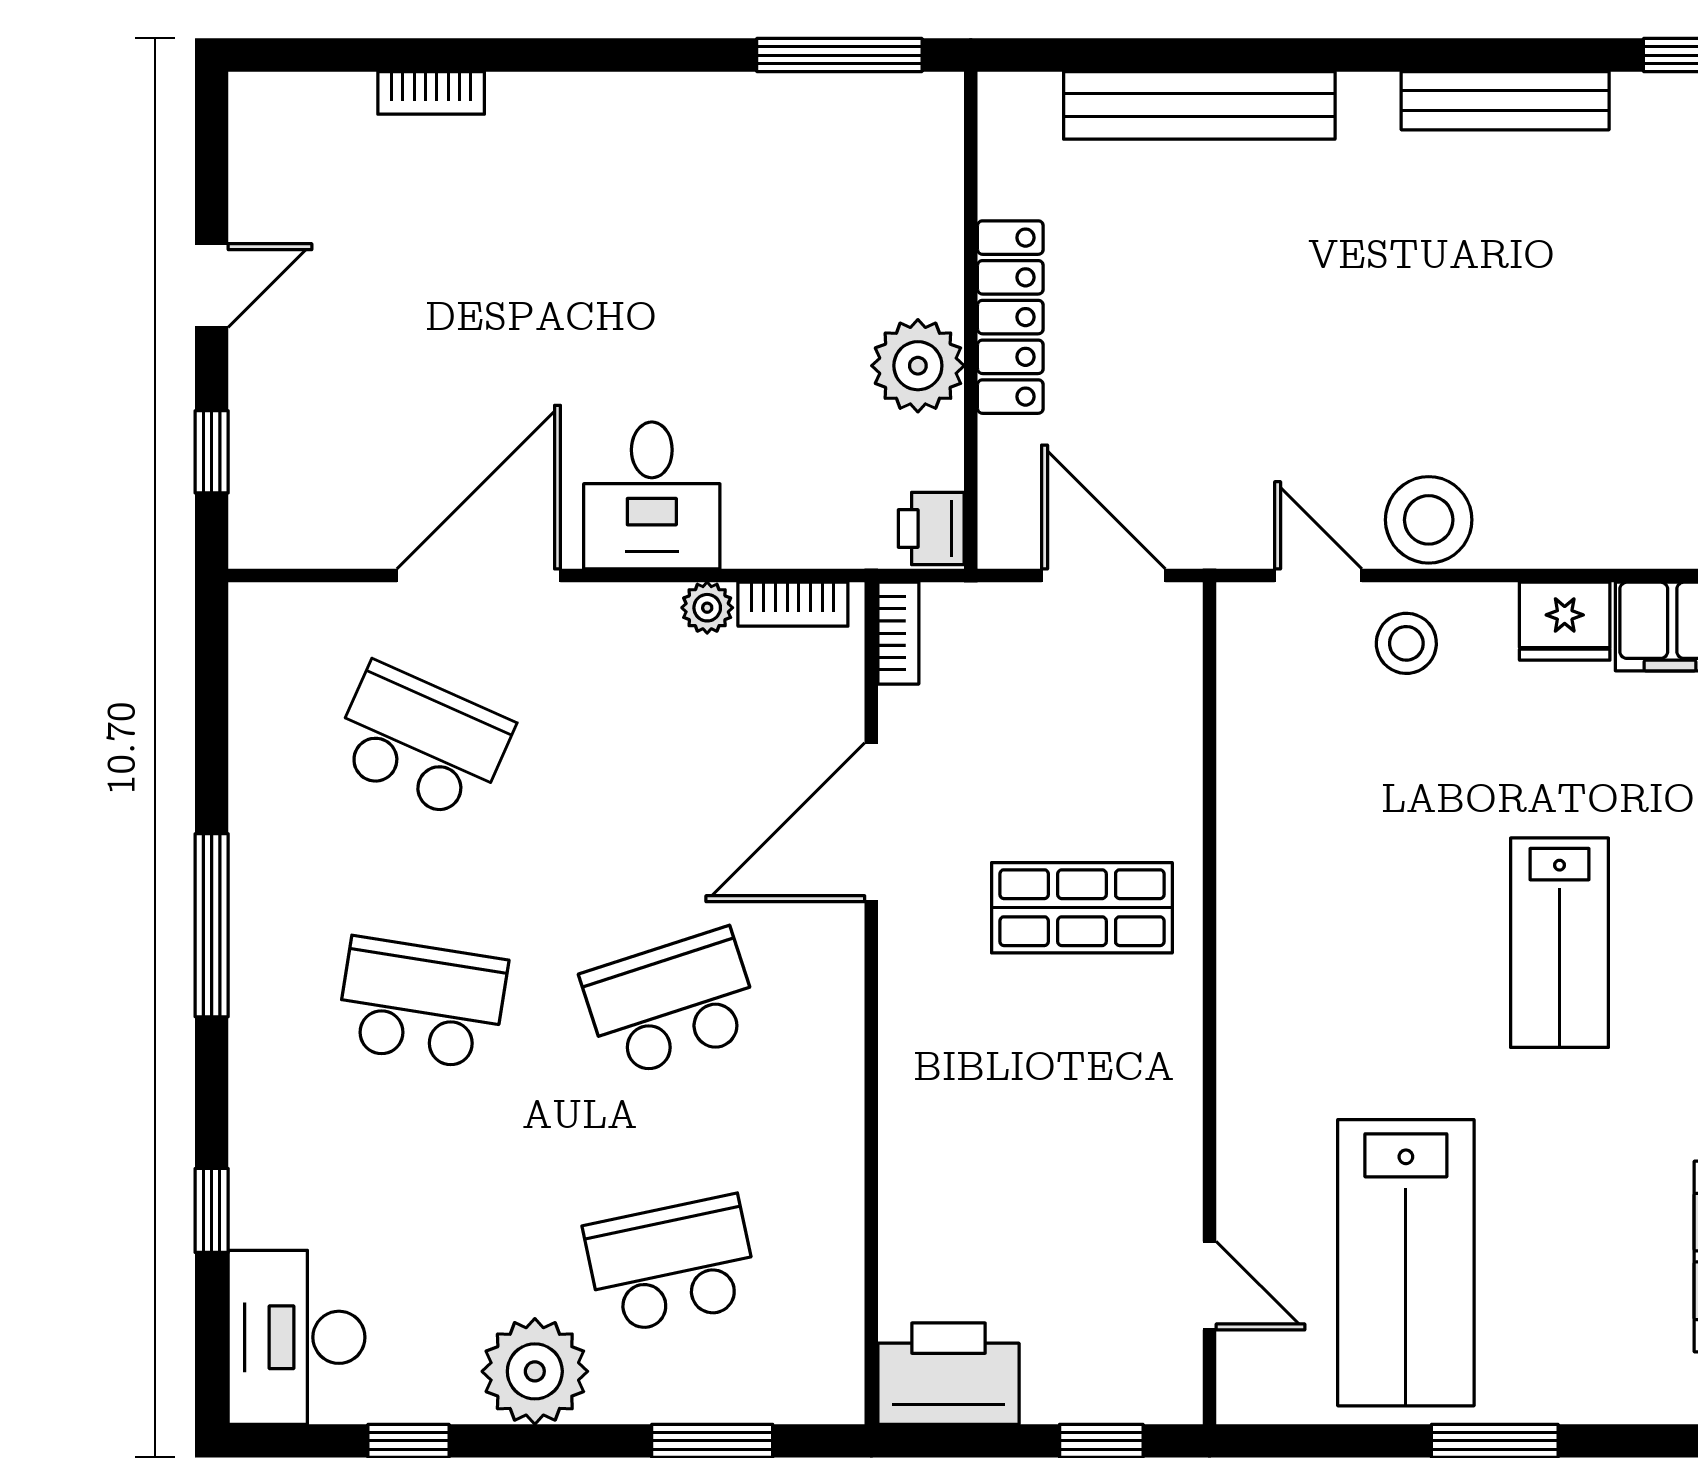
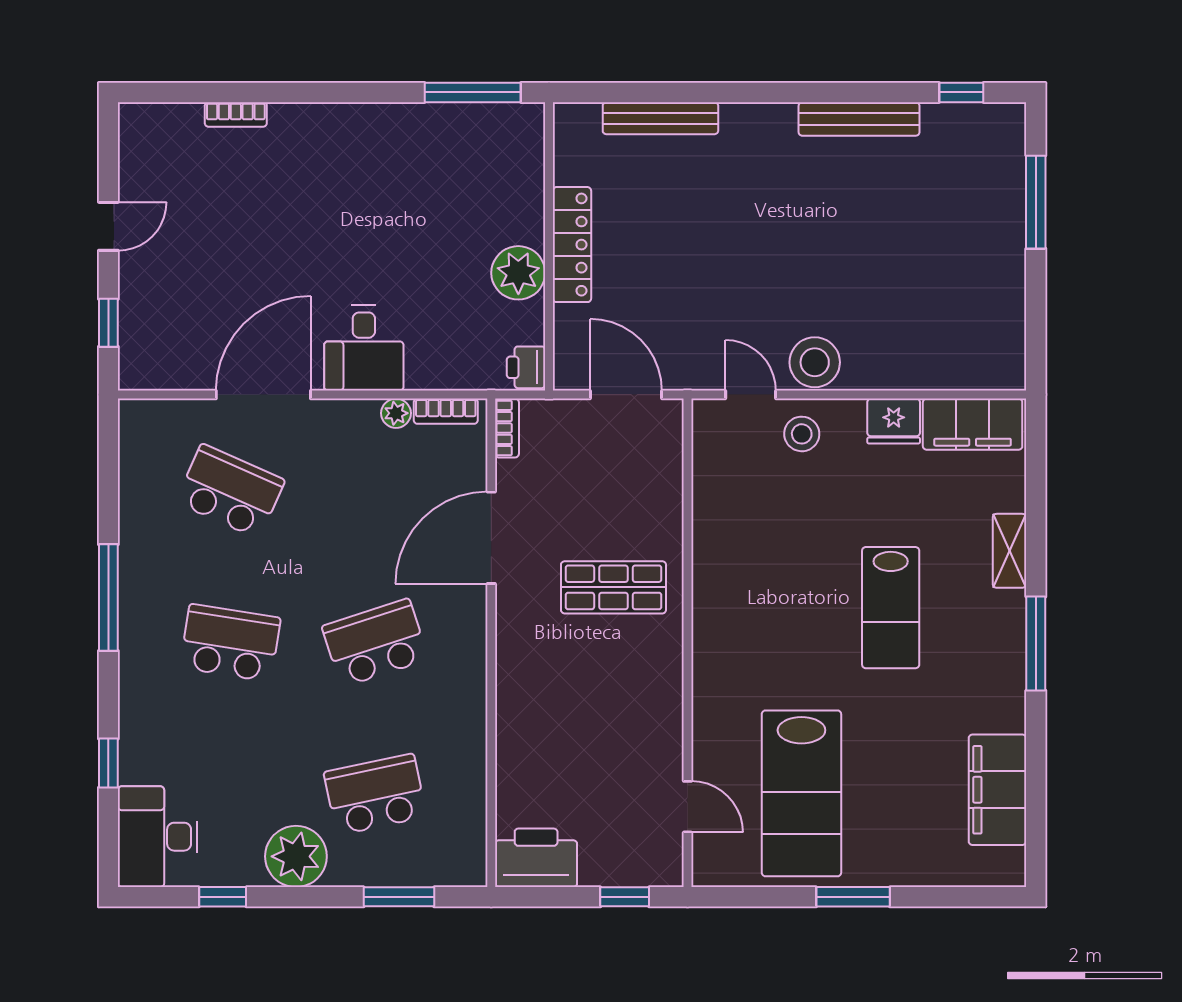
bench: (1199, 105) -> (660, 118), width x0.73, depth x0.82

